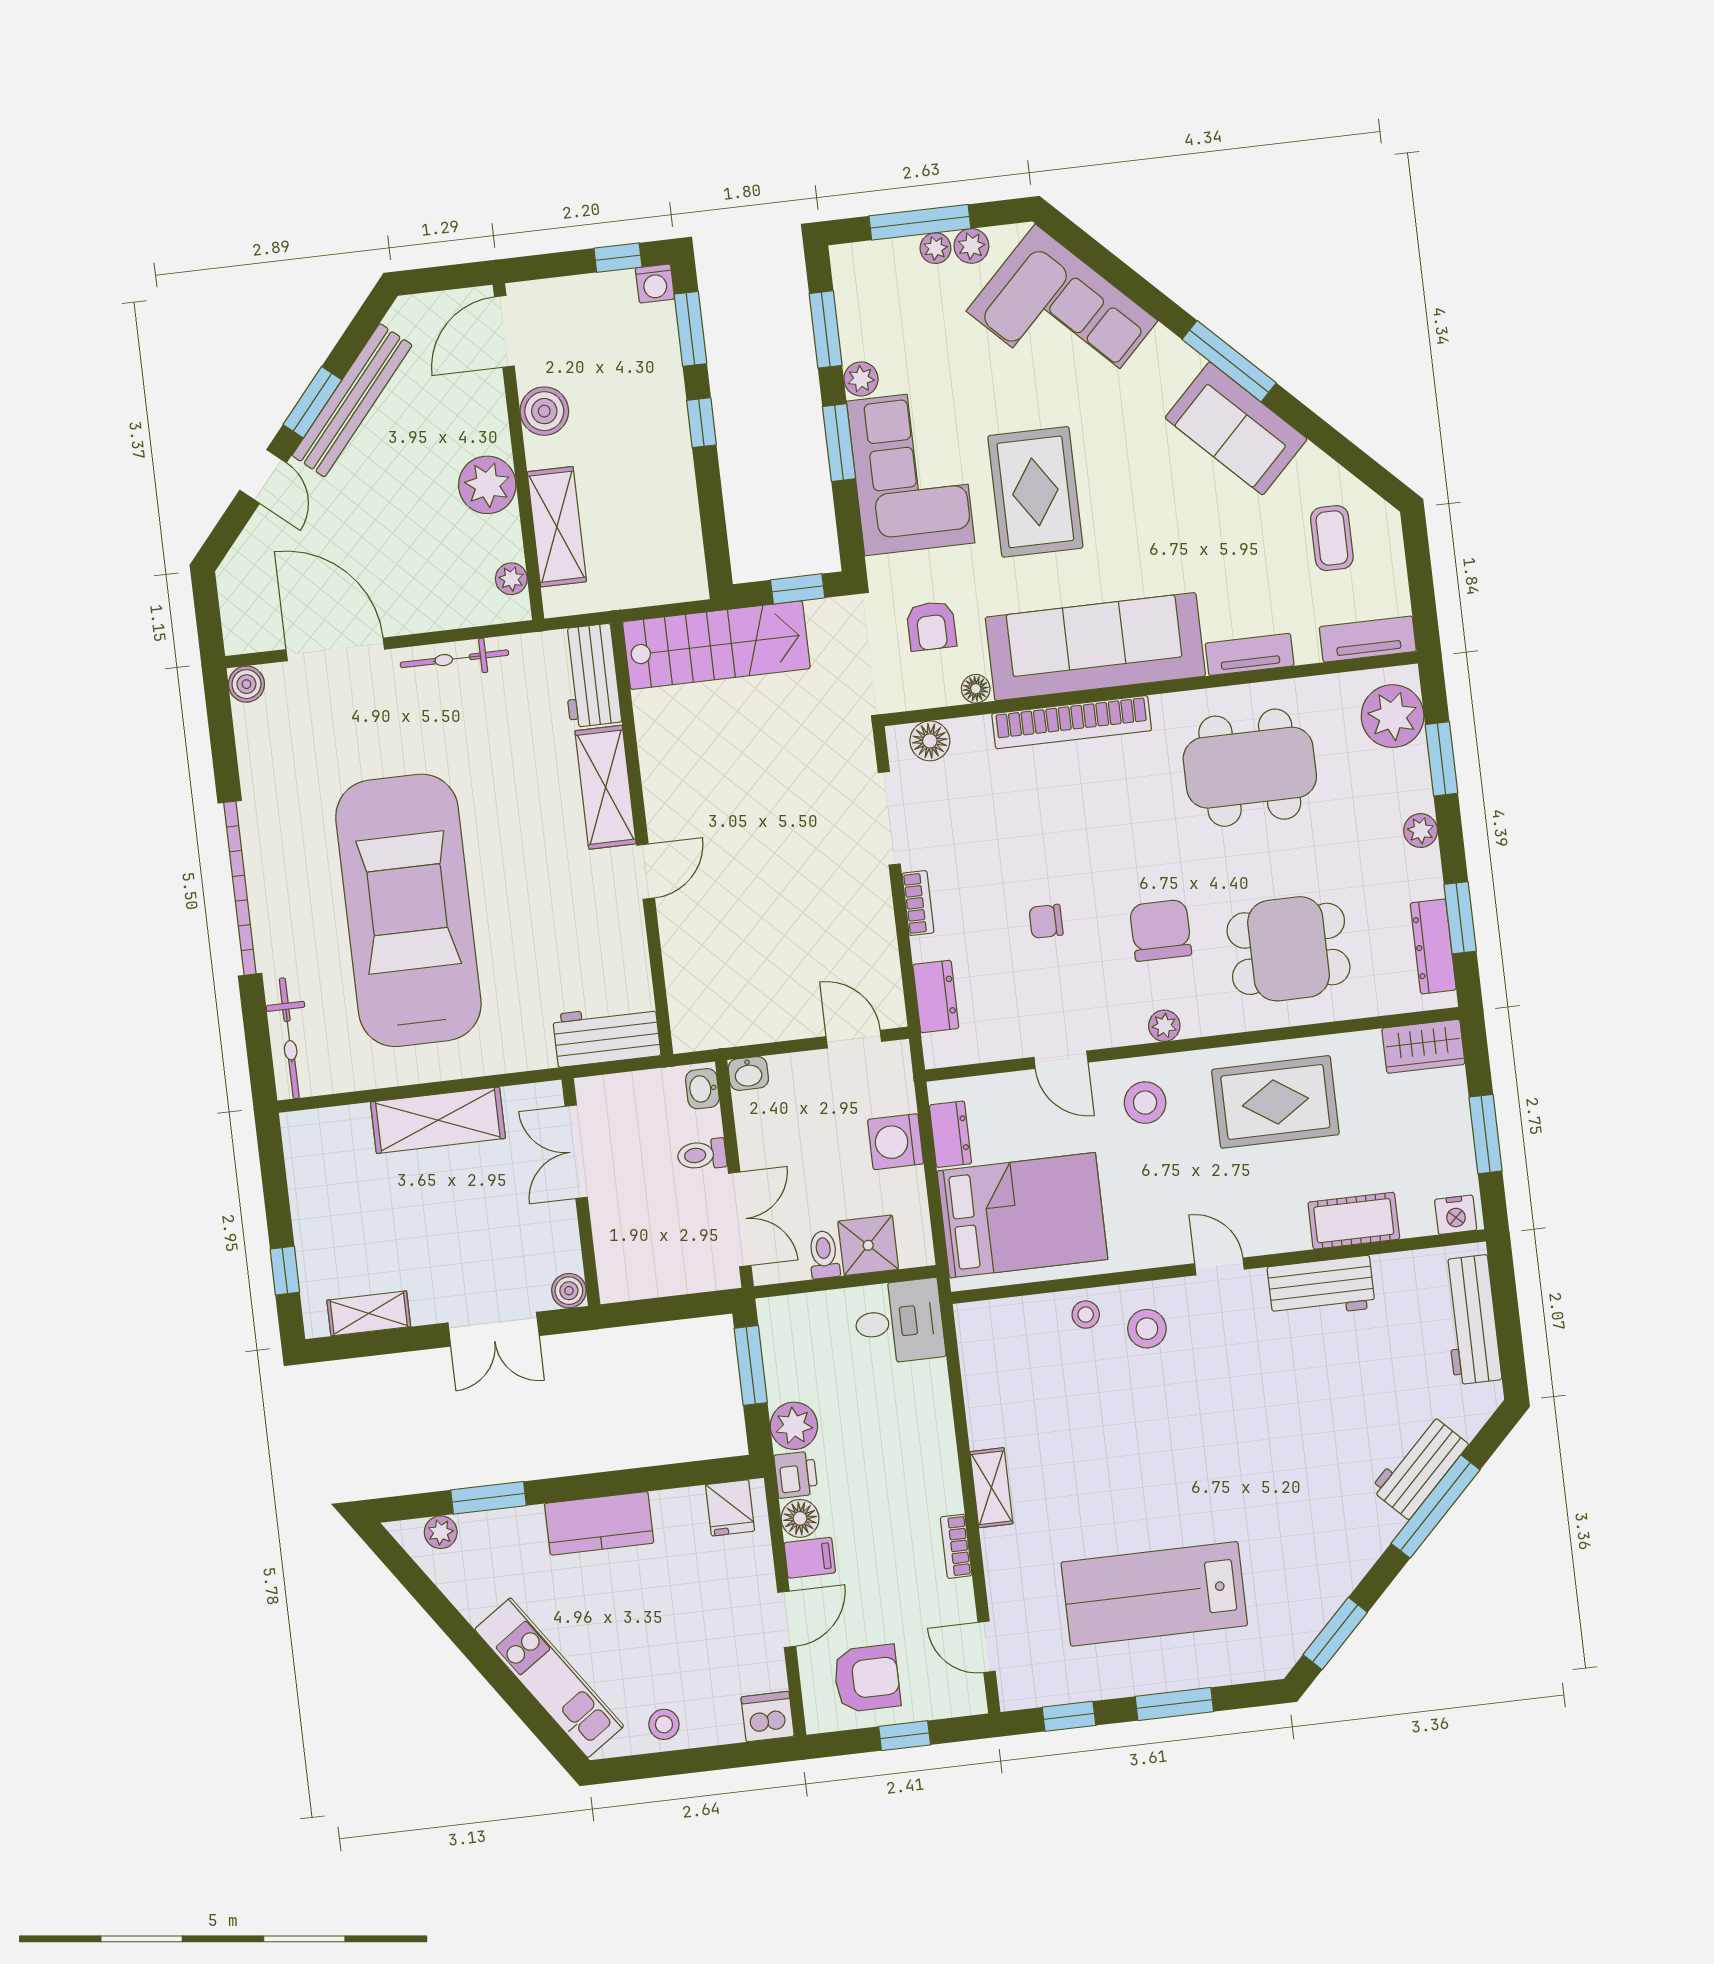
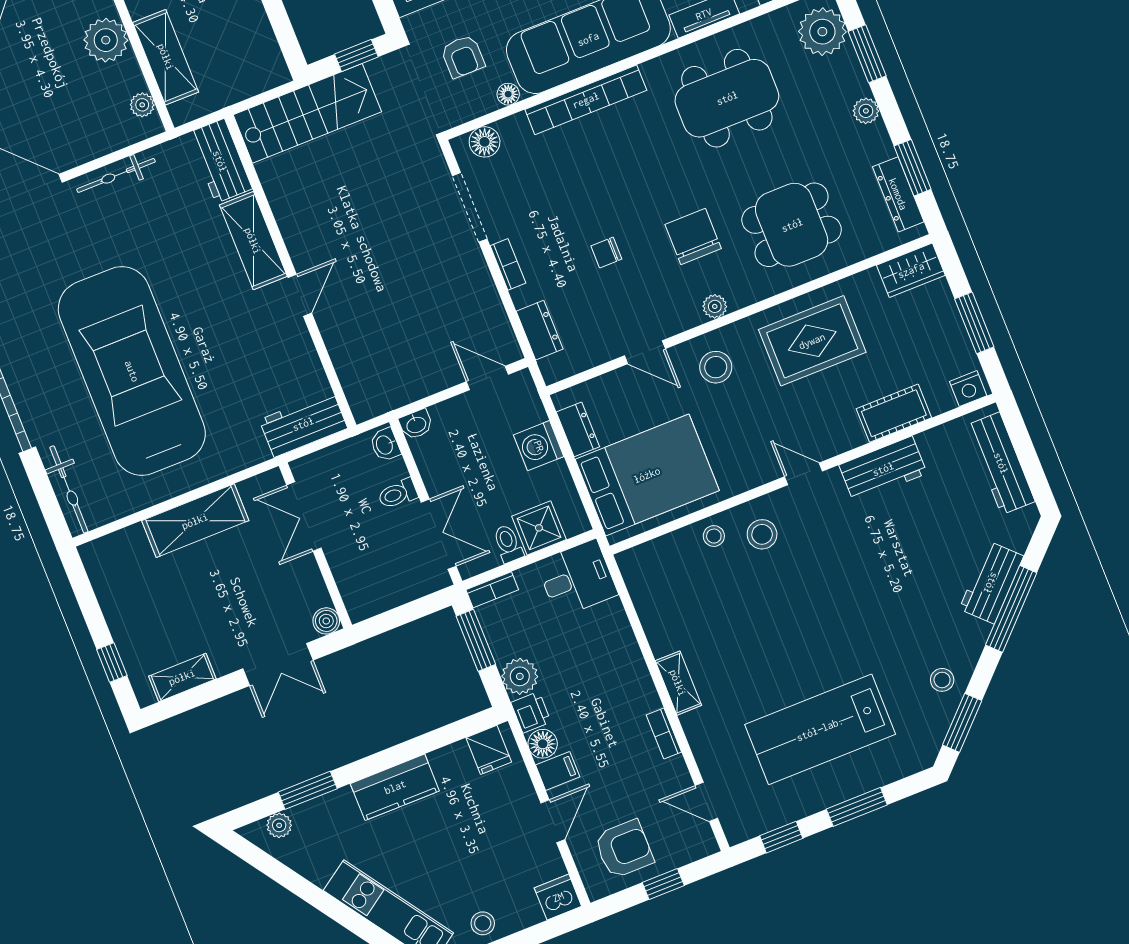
bookcase: (788, 1307) -> (492, 590), added
stool: (1325, 1573) -> (942, 680), added

